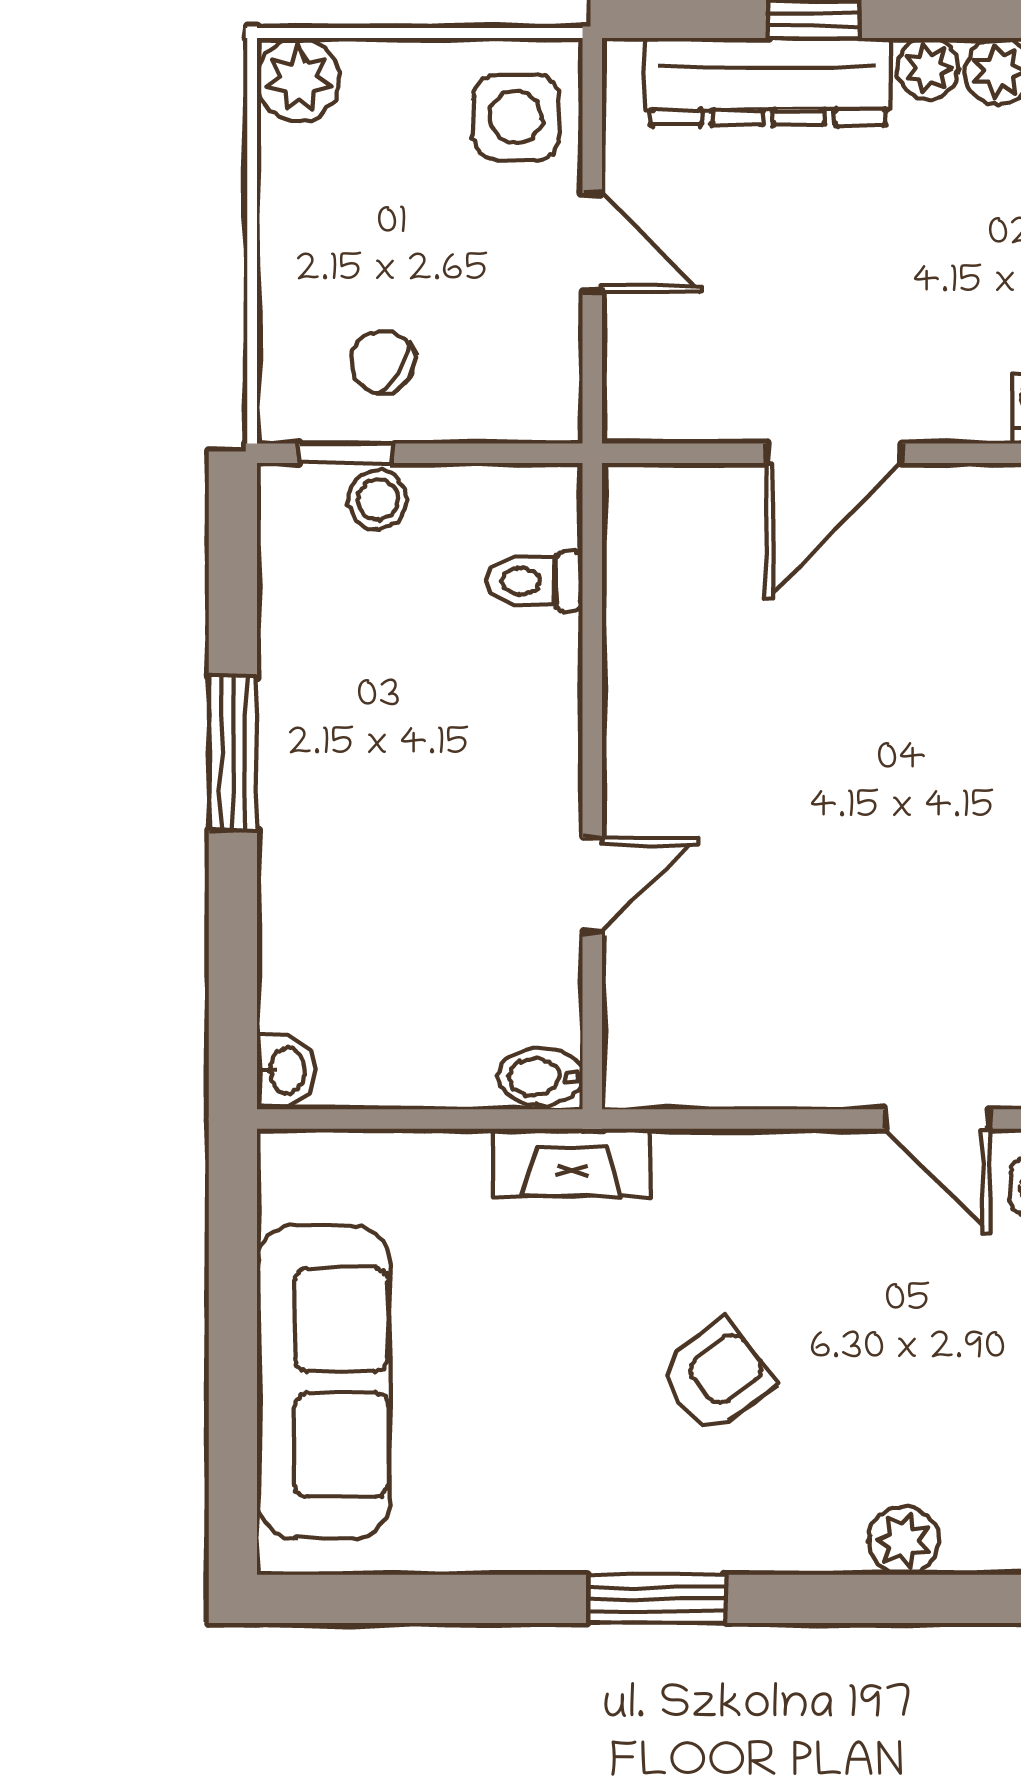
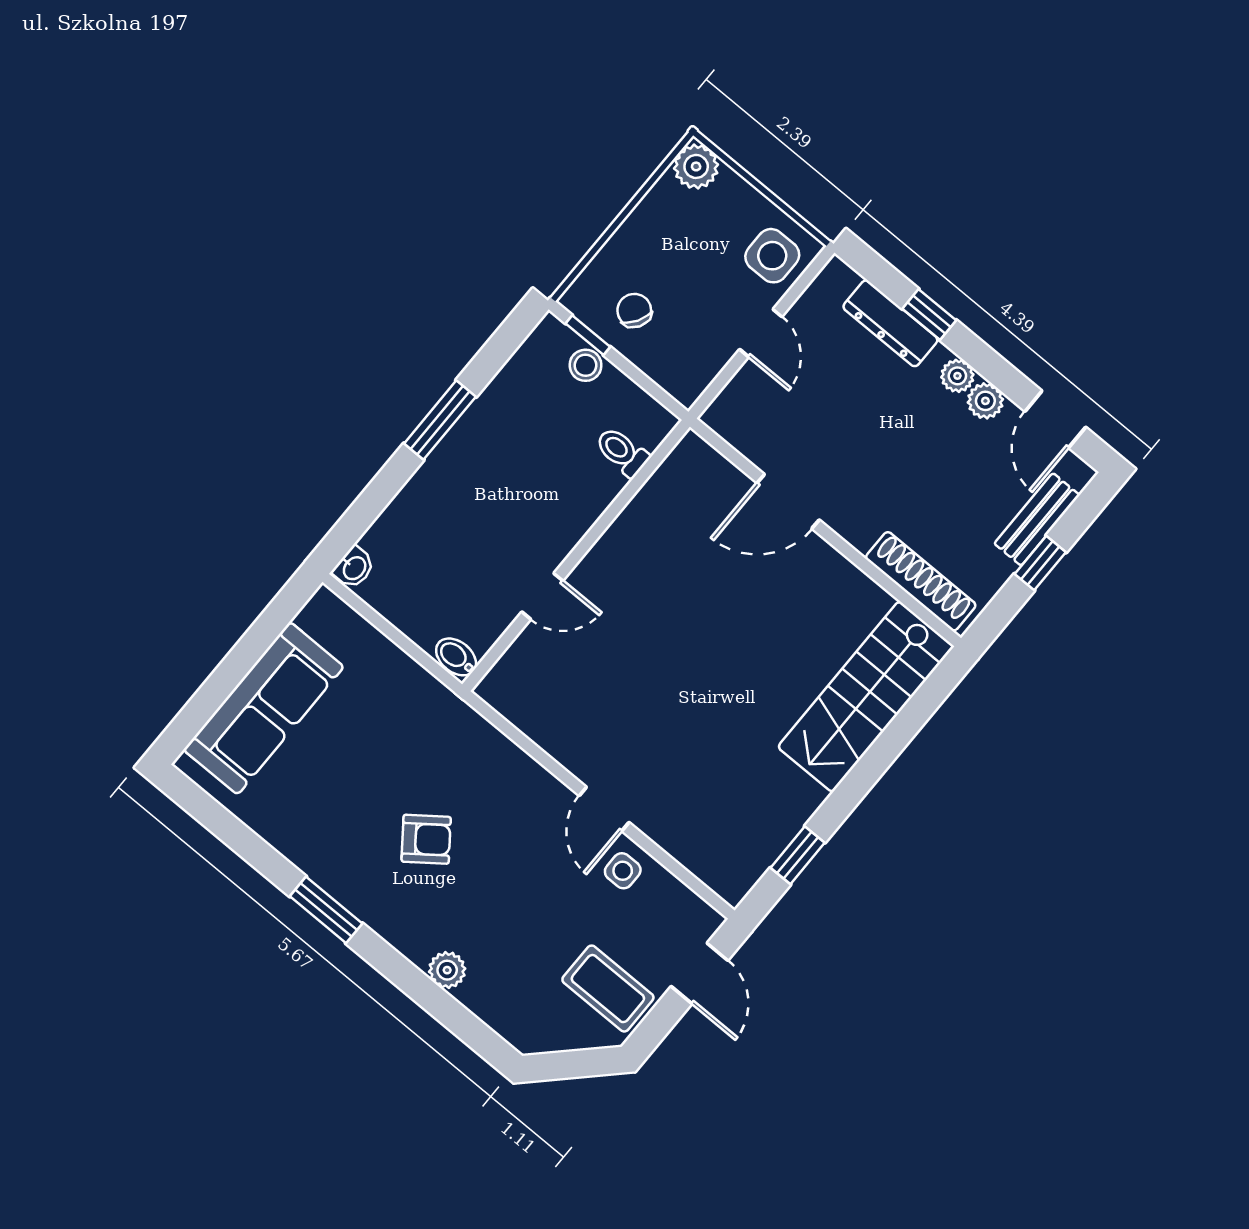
dresser: (768, 82) -> (890, 323), width x0.73, depth x0.80
fireplace: (571, 1162) -> (440, 702), removed

